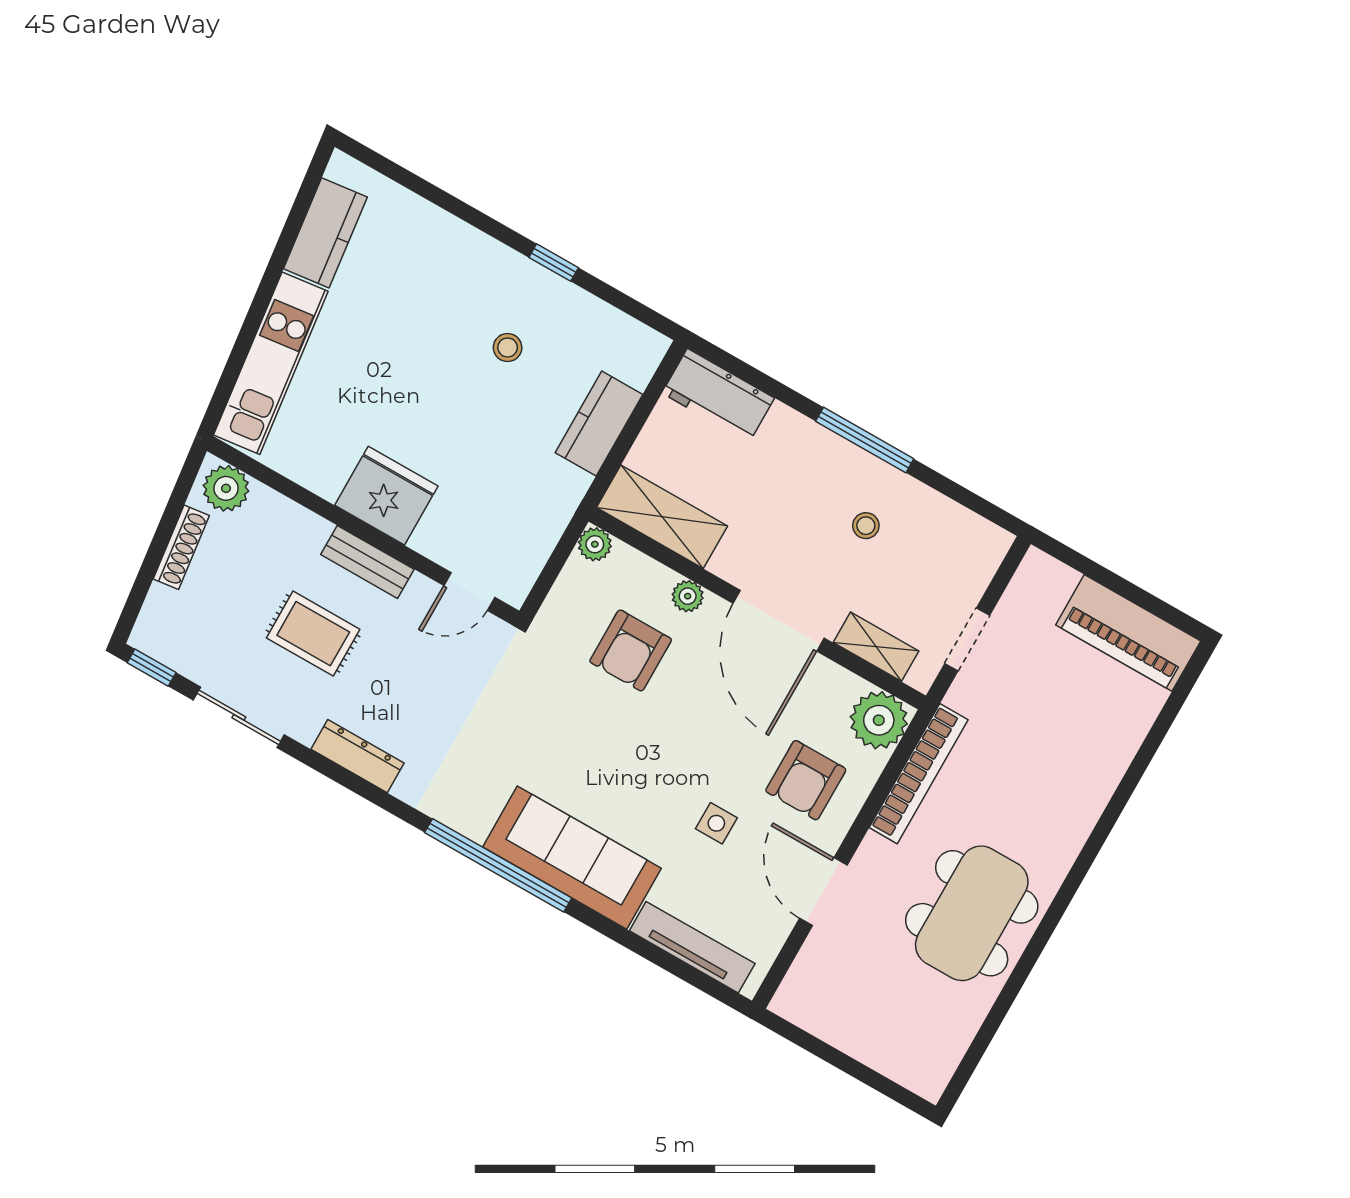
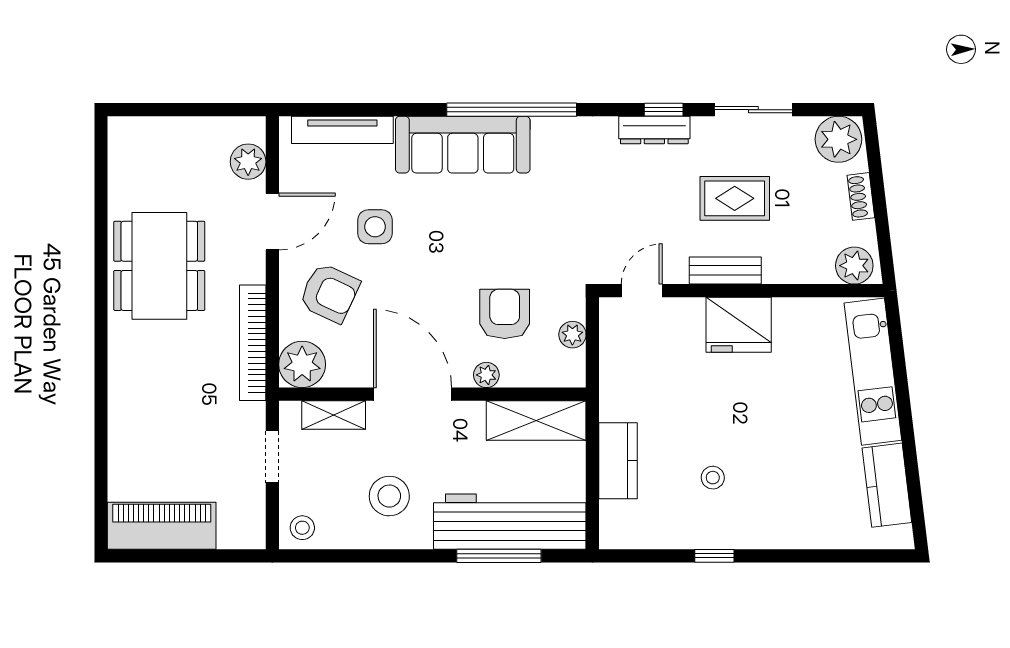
workbench: (718, 395) -> (510, 522), width x1.88, depth x1.32
window: (865, 440) -> (499, 556), moved
stool: (866, 526) -> (389, 496), width x1.89, depth x1.89
plant: (595, 544) -> (572, 335), moved
stool: (979, 545) -> (302, 528), added
shoe rack: (181, 547) -> (861, 196), width x0.70
plant: (166, 634) -> (838, 139), added
window: (152, 668) -> (664, 110), moved
armchair: (806, 780) -> (329, 293), turned 115
side table: (716, 823) -> (375, 227), width x1.37, depth x1.37
door: (823, 892) -> (272, 222), hinge flipped
plant: (813, 971) -> (248, 162), added

